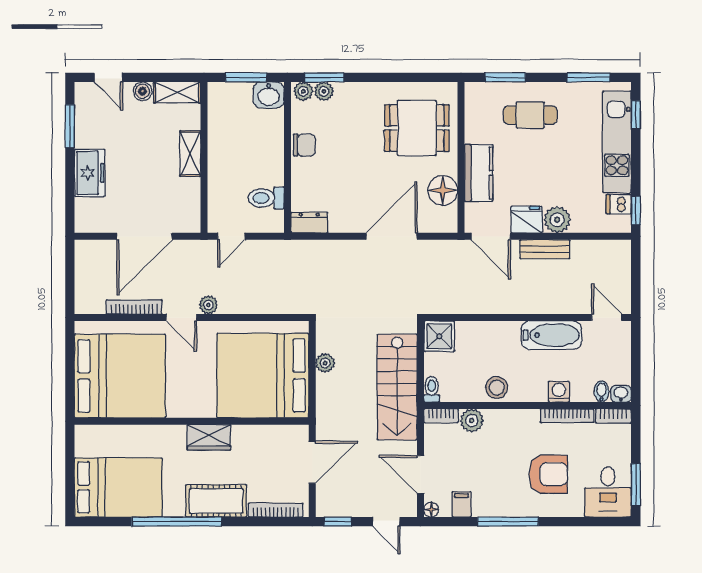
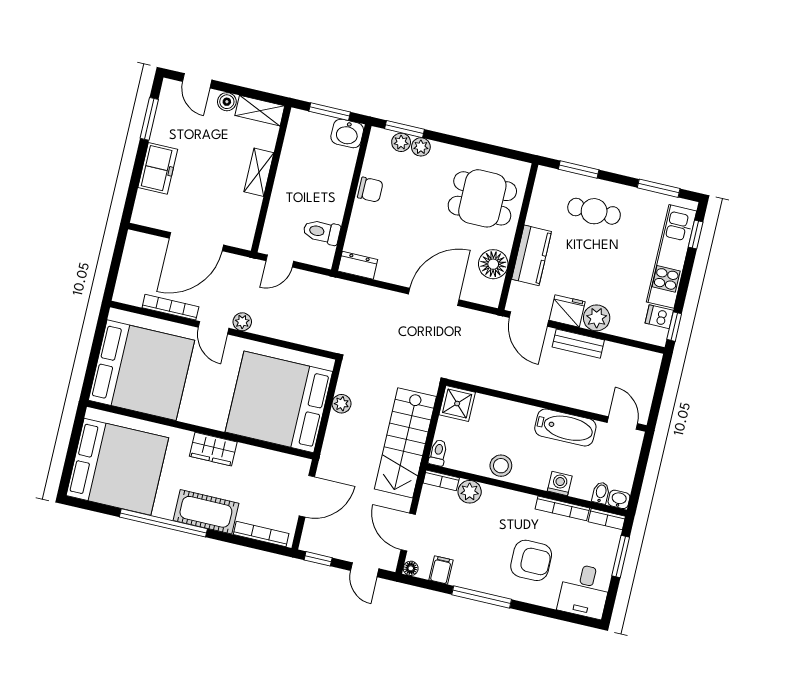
plant: (303, 91) -> (421, 147), moved
window: (636, 485) -> (621, 557), moved
bed: (118, 487) -> (117, 467), width x1.36

